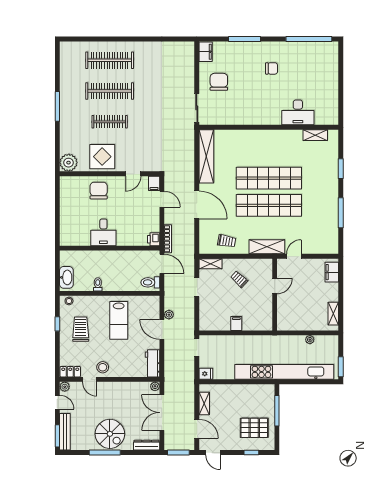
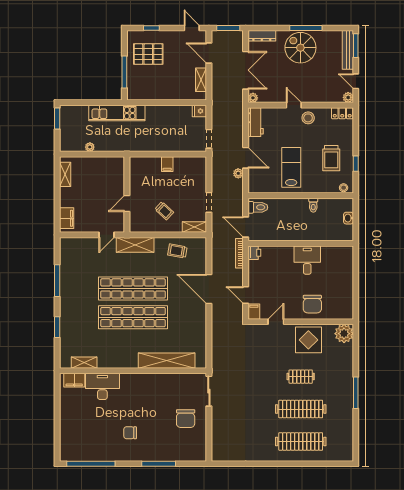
filing cabinet: (206, 52) -> (74, 380), moved, turned -90
clothes rail: (110, 122) -> (301, 377), width x0.73
shelving: (206, 156) -> (167, 361), moved, turned 90
washbasin: (66, 277) -> (348, 218), width x0.52, depth x0.69
kitchen unit: (284, 372) -> (117, 113), width x0.54
door: (90, 379) -> (294, 105), moved

